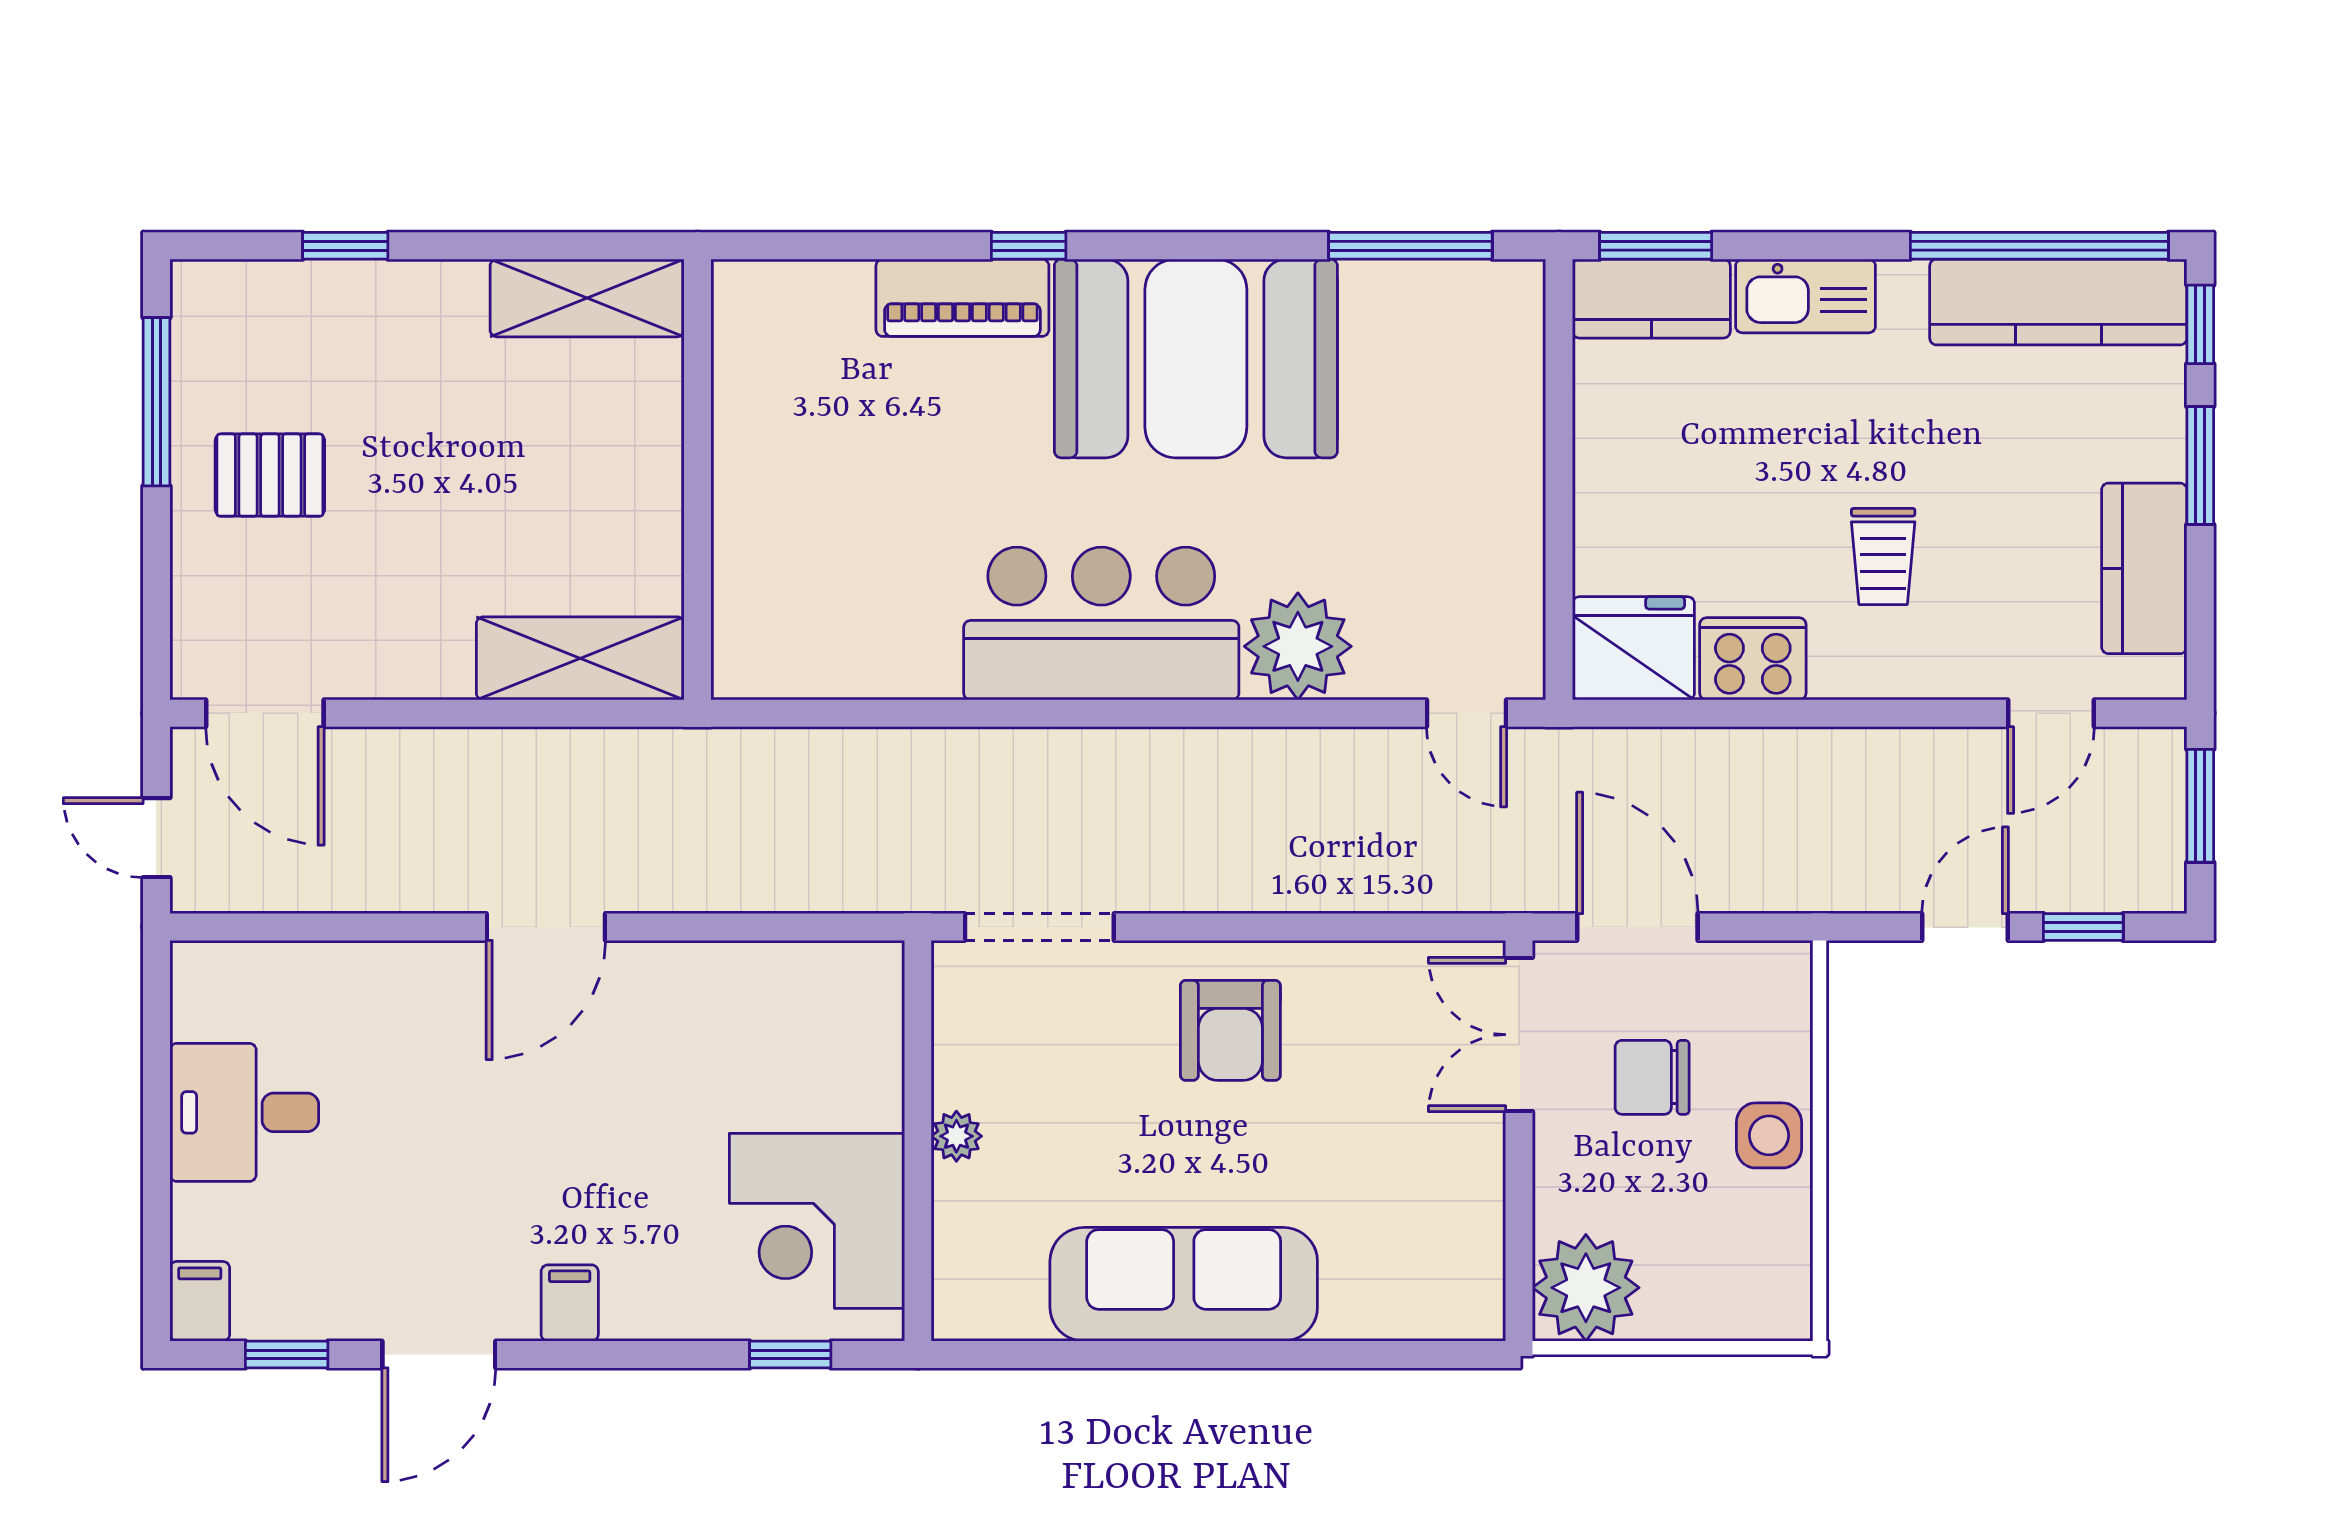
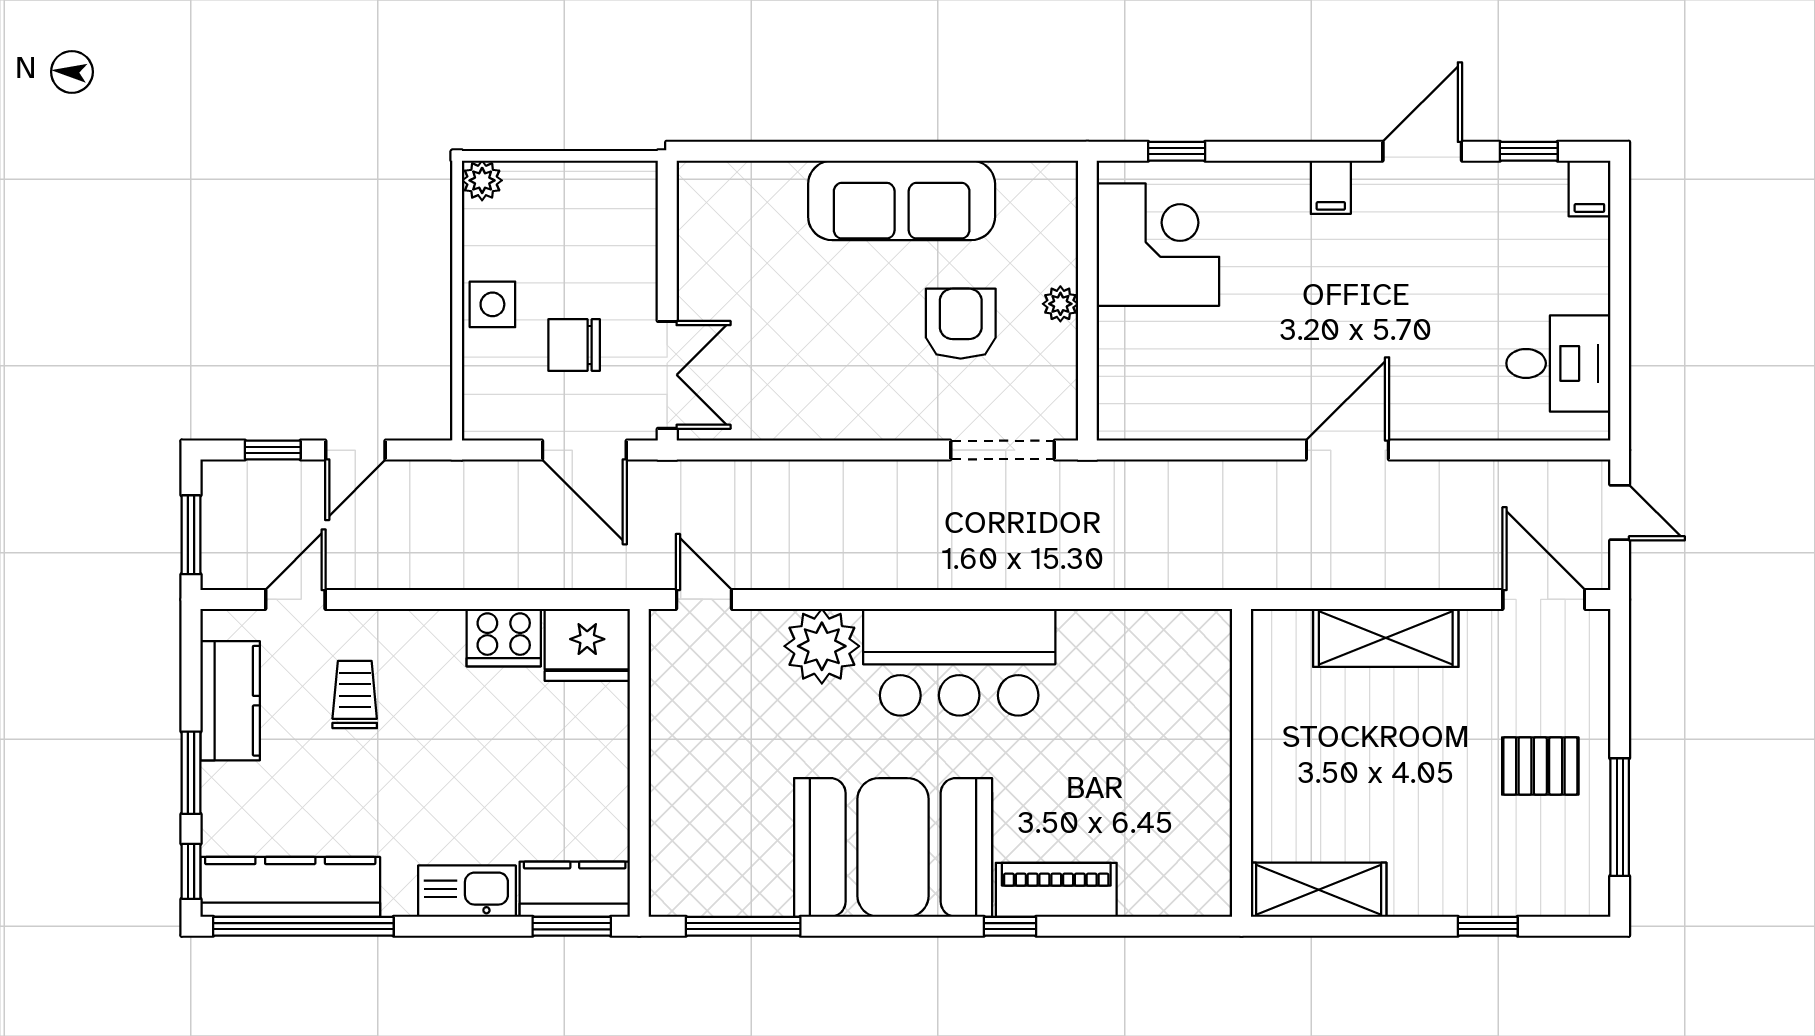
trolley: (1883, 556) -> (355, 695), moved
shelving: (580, 658) -> (1386, 638), moved
armchair: (1230, 1030) -> (961, 324), moved
chair: (1652, 1077) -> (574, 345), turned 180
desk: (244, 1112) -> (1558, 363), moved
plant: (1586, 1288) -> (482, 180), moved, width x0.53, depth x0.53

